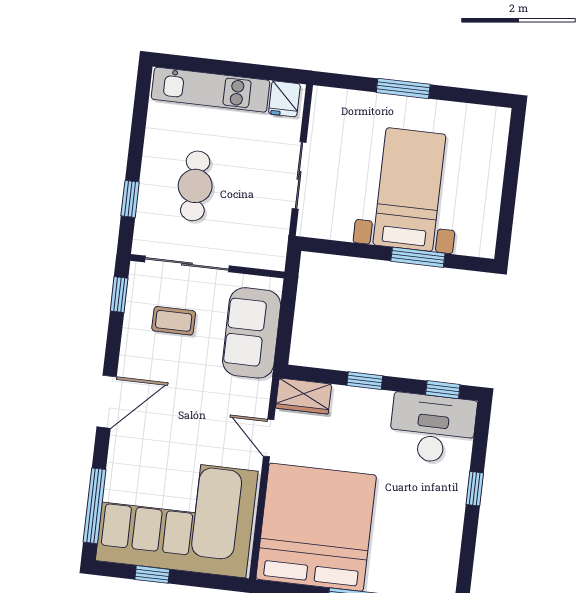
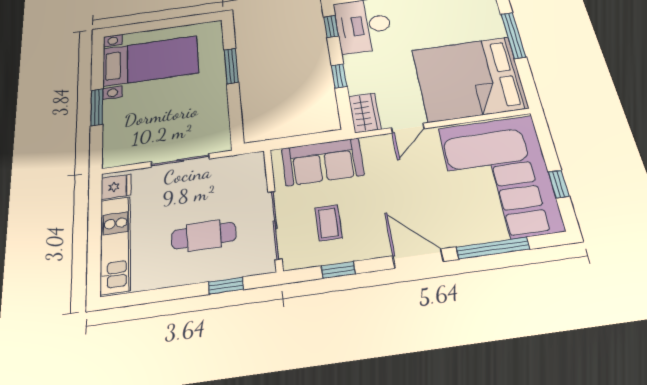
bed with nightstands: (409, 190) -> (150, 61), moved, turned 180
window: (119, 295) -> (338, 270), moved
window: (95, 506) -> (493, 248), moved

